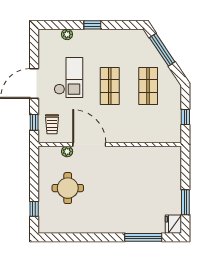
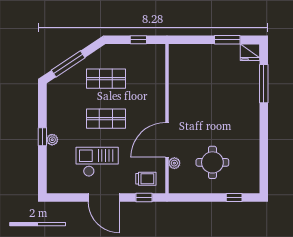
plant: (67, 34) -> (52, 140), moved

